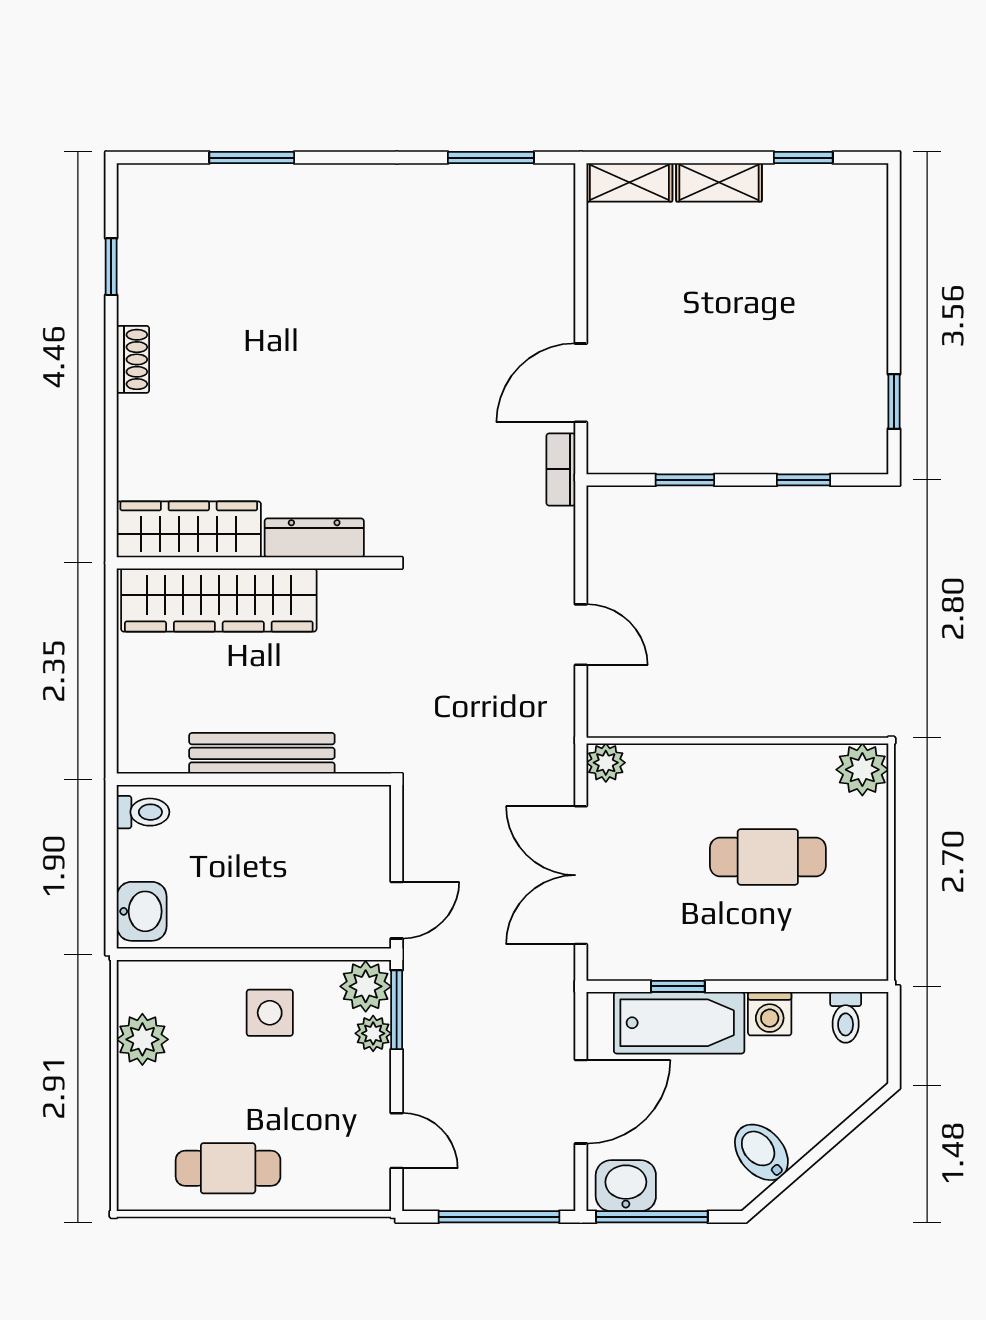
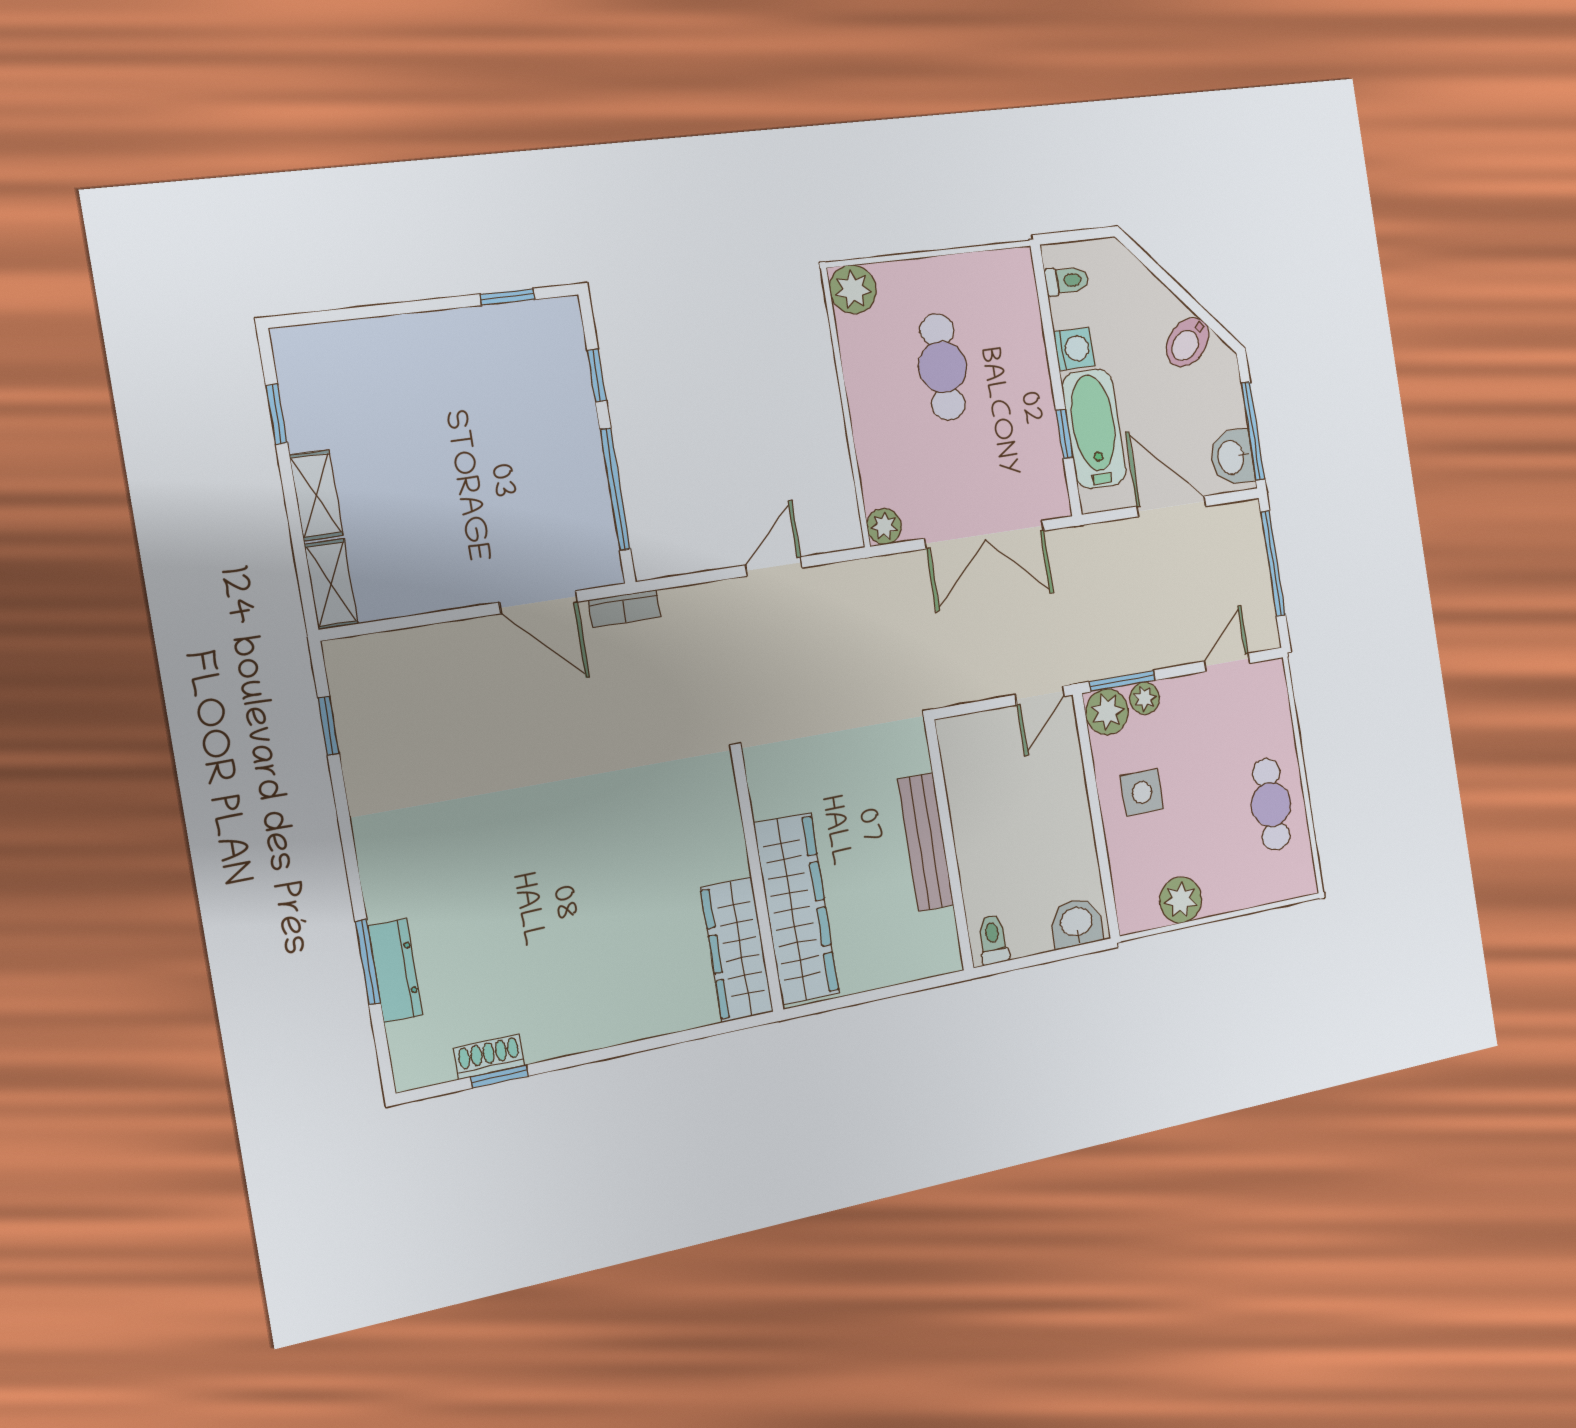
window: (491, 158) -> (328, 726), width x0.67
shoe rack: (133, 359) -> (489, 1057), moved
window: (685, 480) -> (615, 489), width x2.17
dresser: (314, 538) -> (395, 971), moved, turned 180
door: (397, 910) -> (1040, 696), swing flipped

